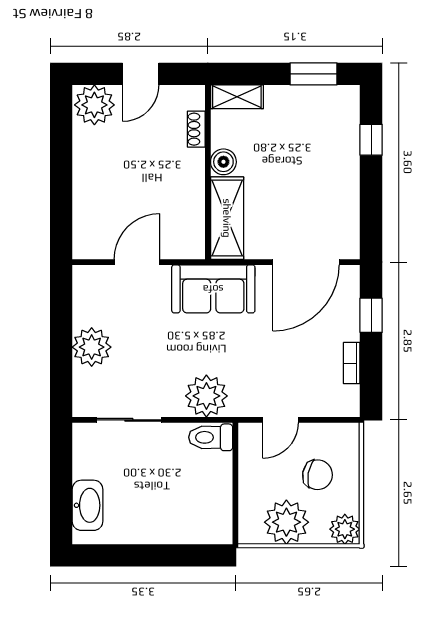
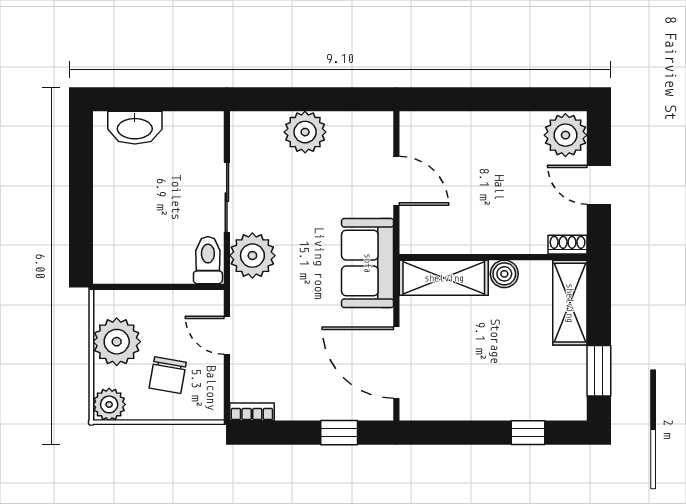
shelving: (237, 97) -> (570, 303), width x1.50, depth x1.33
shoe rack: (196, 129) -> (568, 245), moved
bookcase: (352, 363) -> (252, 412), moved
sliding door: (129, 420) -> (227, 197), moved

